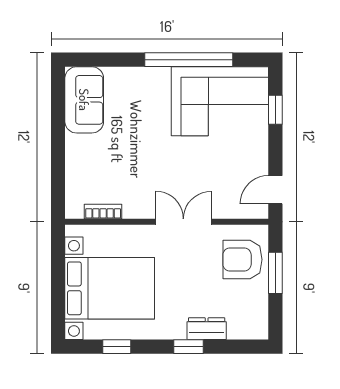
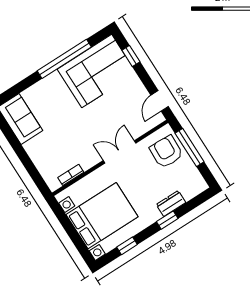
armchair: (242, 260) -> (166, 152), turned 92
window: (275, 273) -> (190, 148), width x1.44

